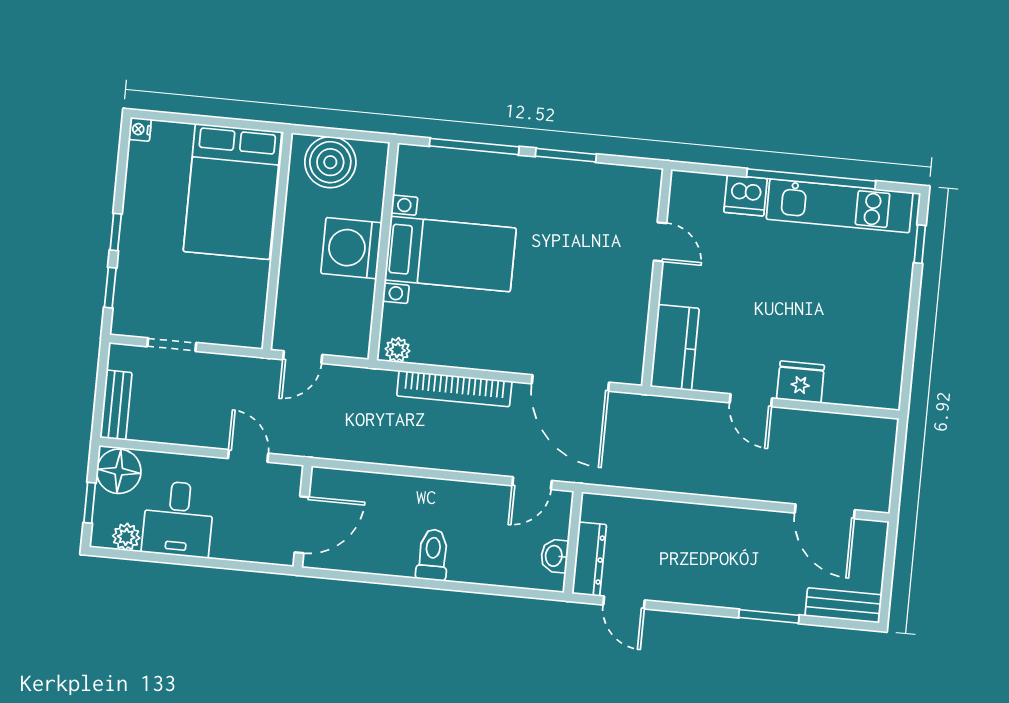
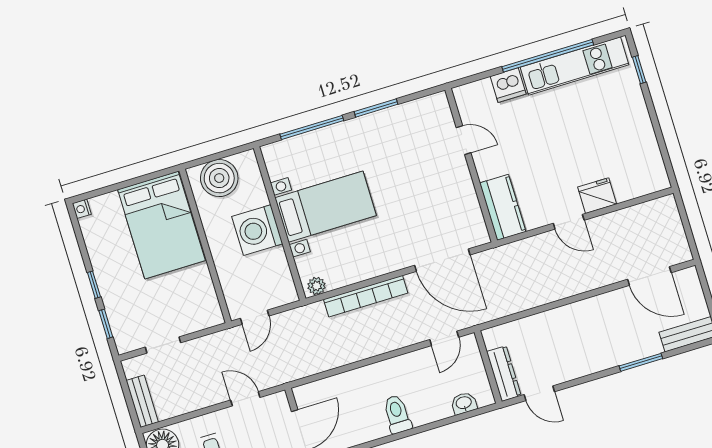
washbasin: (554, 556) -> (464, 403), moved, turned 90

